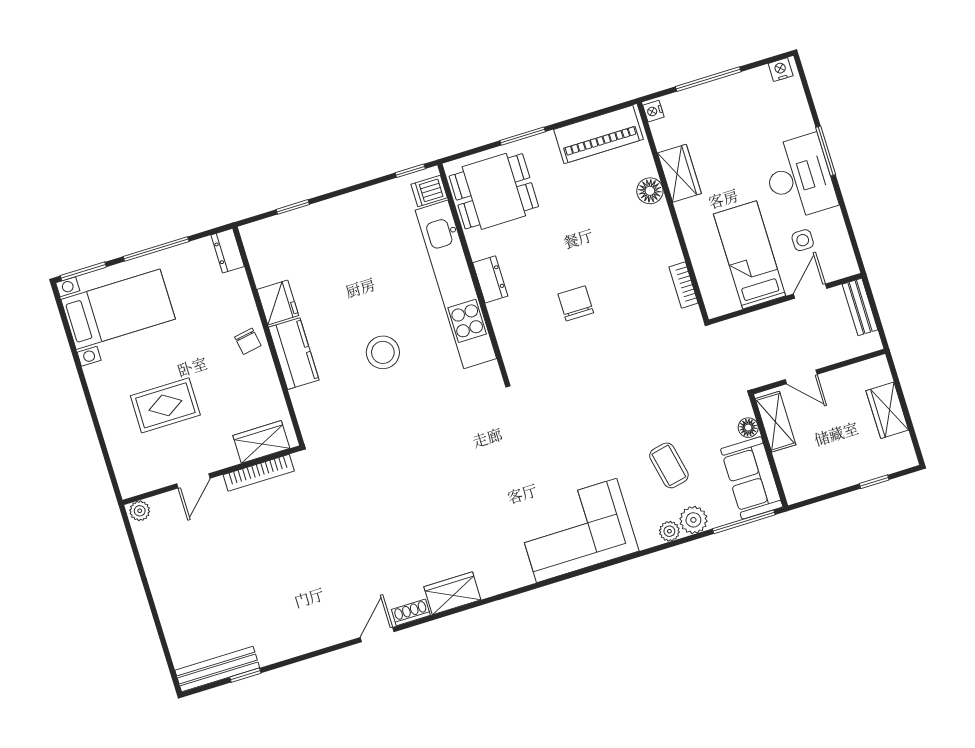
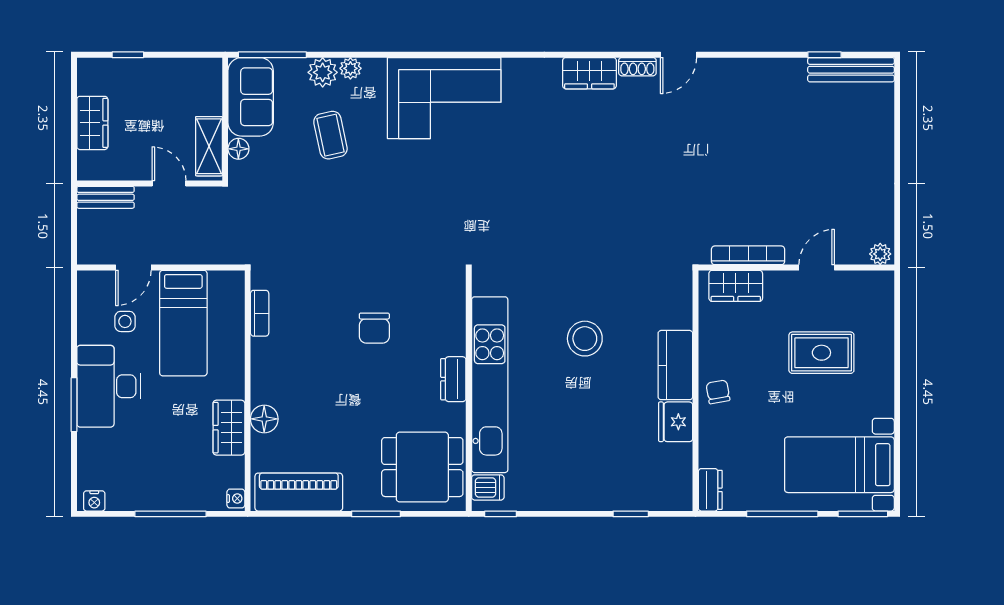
bench: (860, 307) -> (106, 197), moved, turned 90

